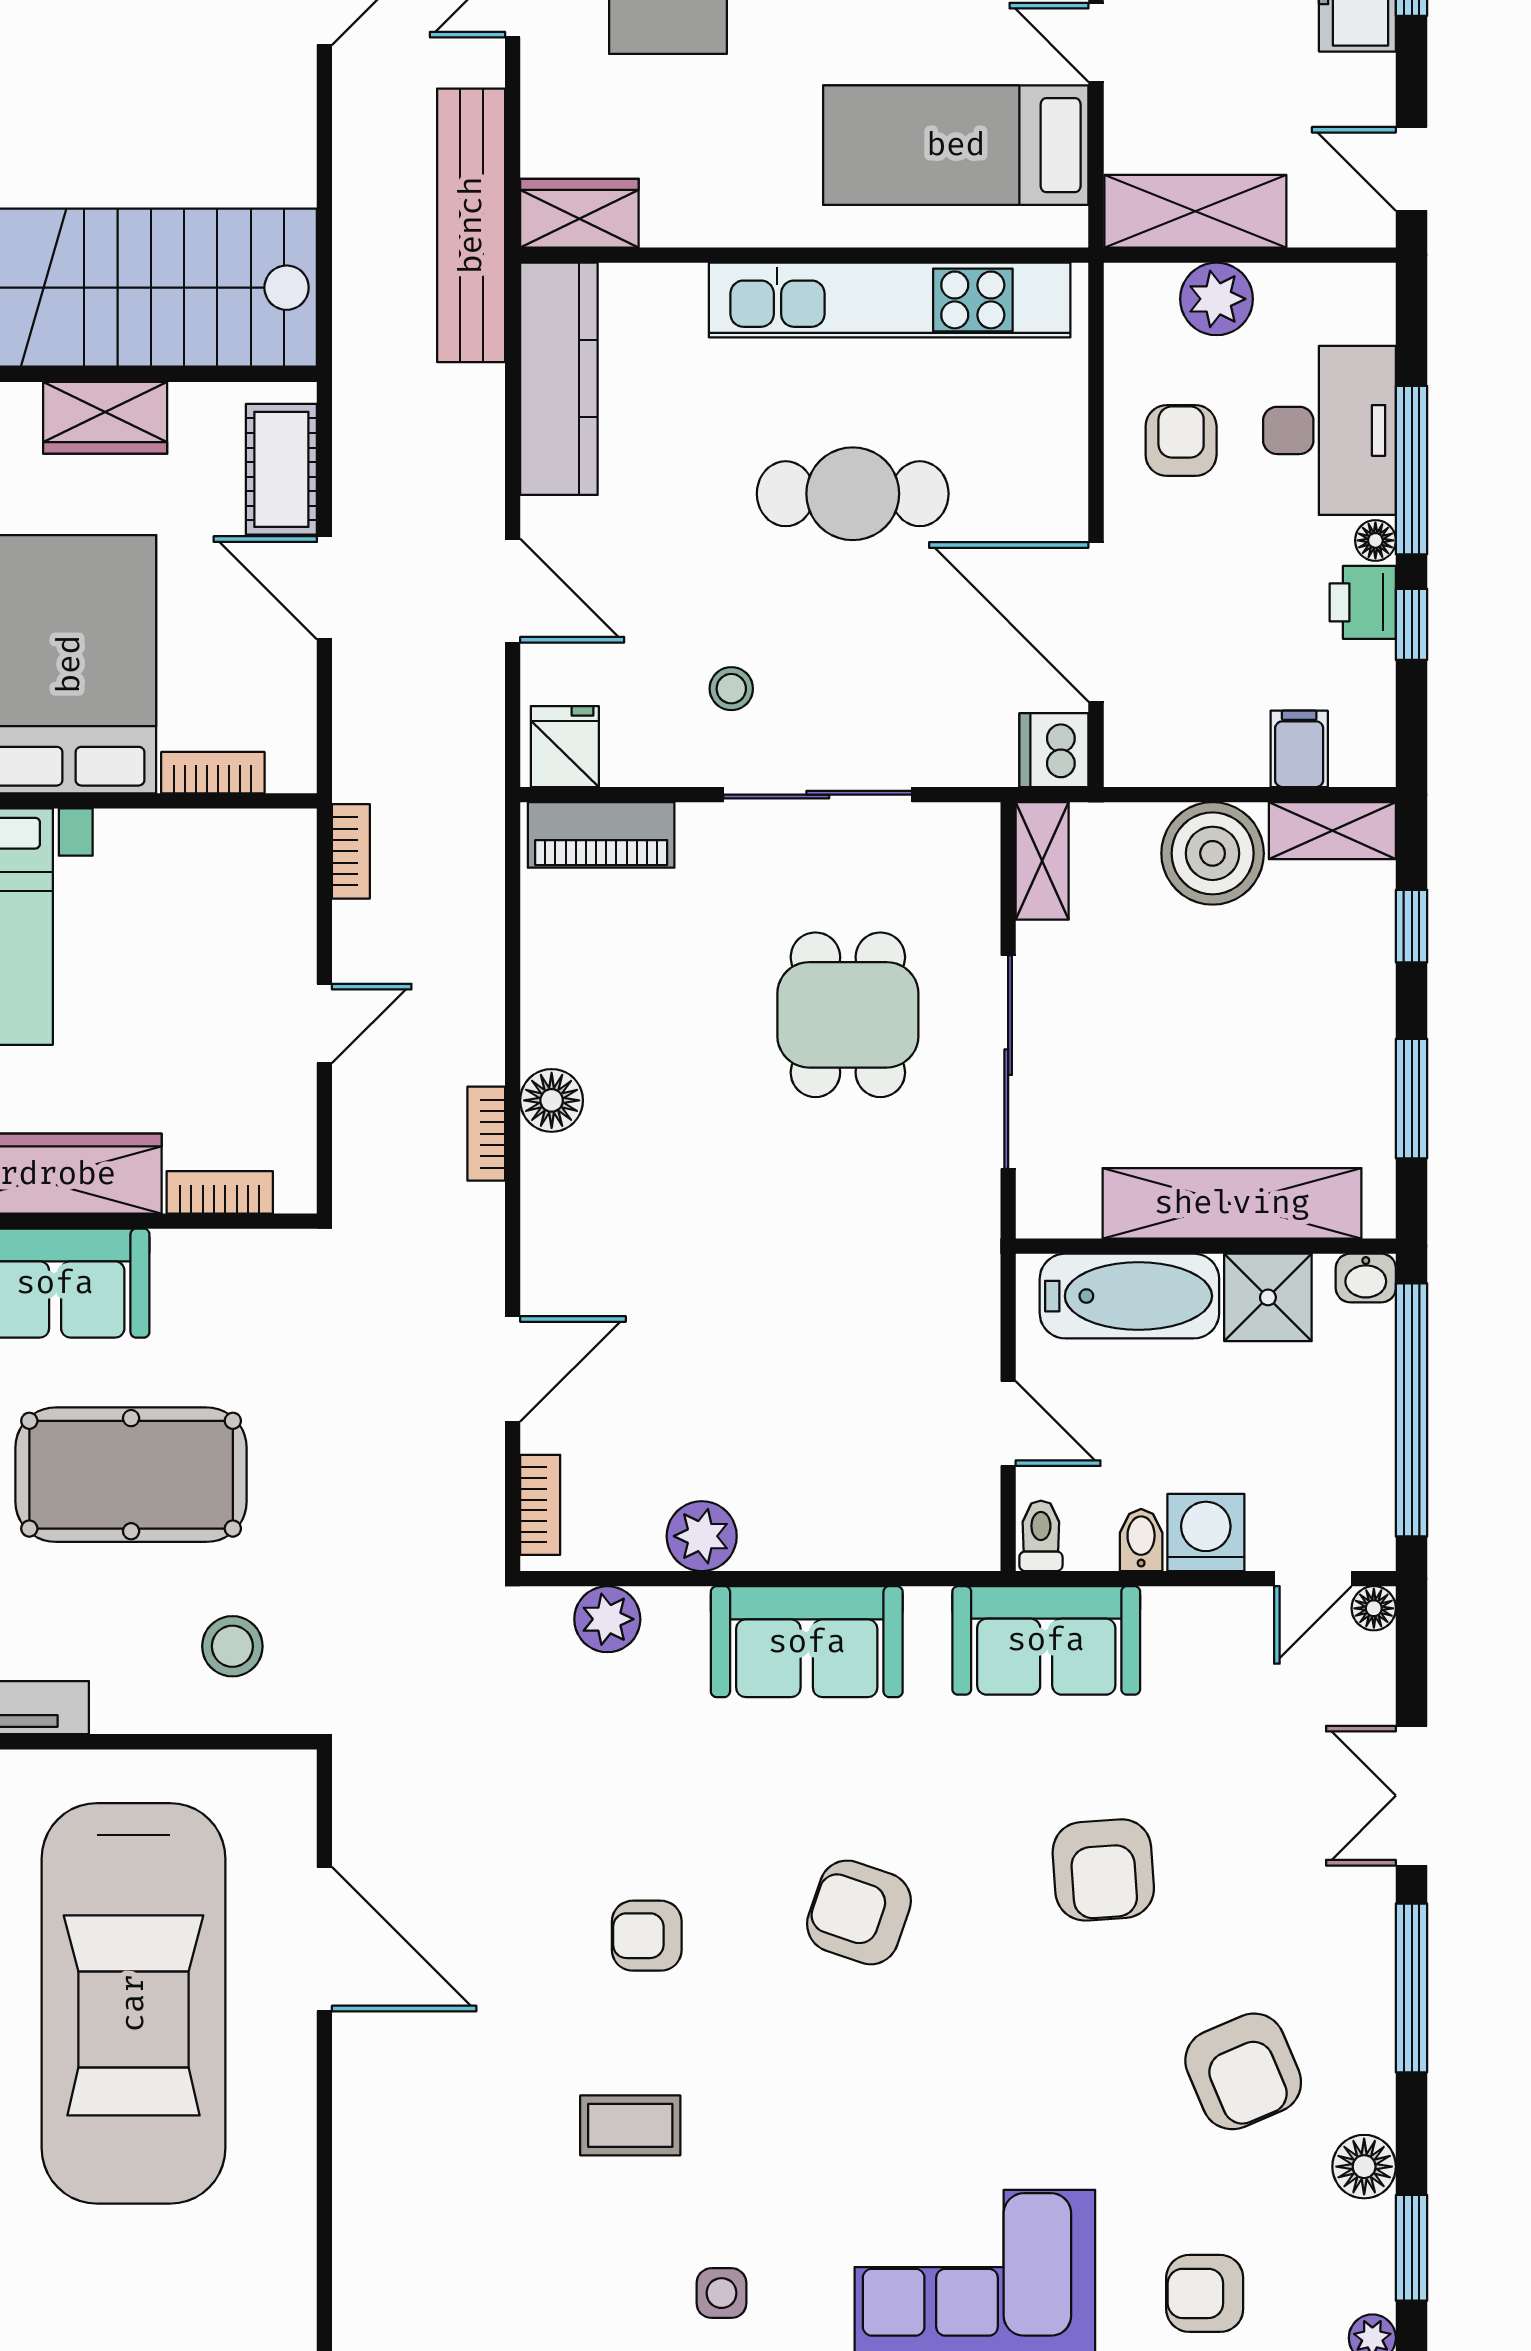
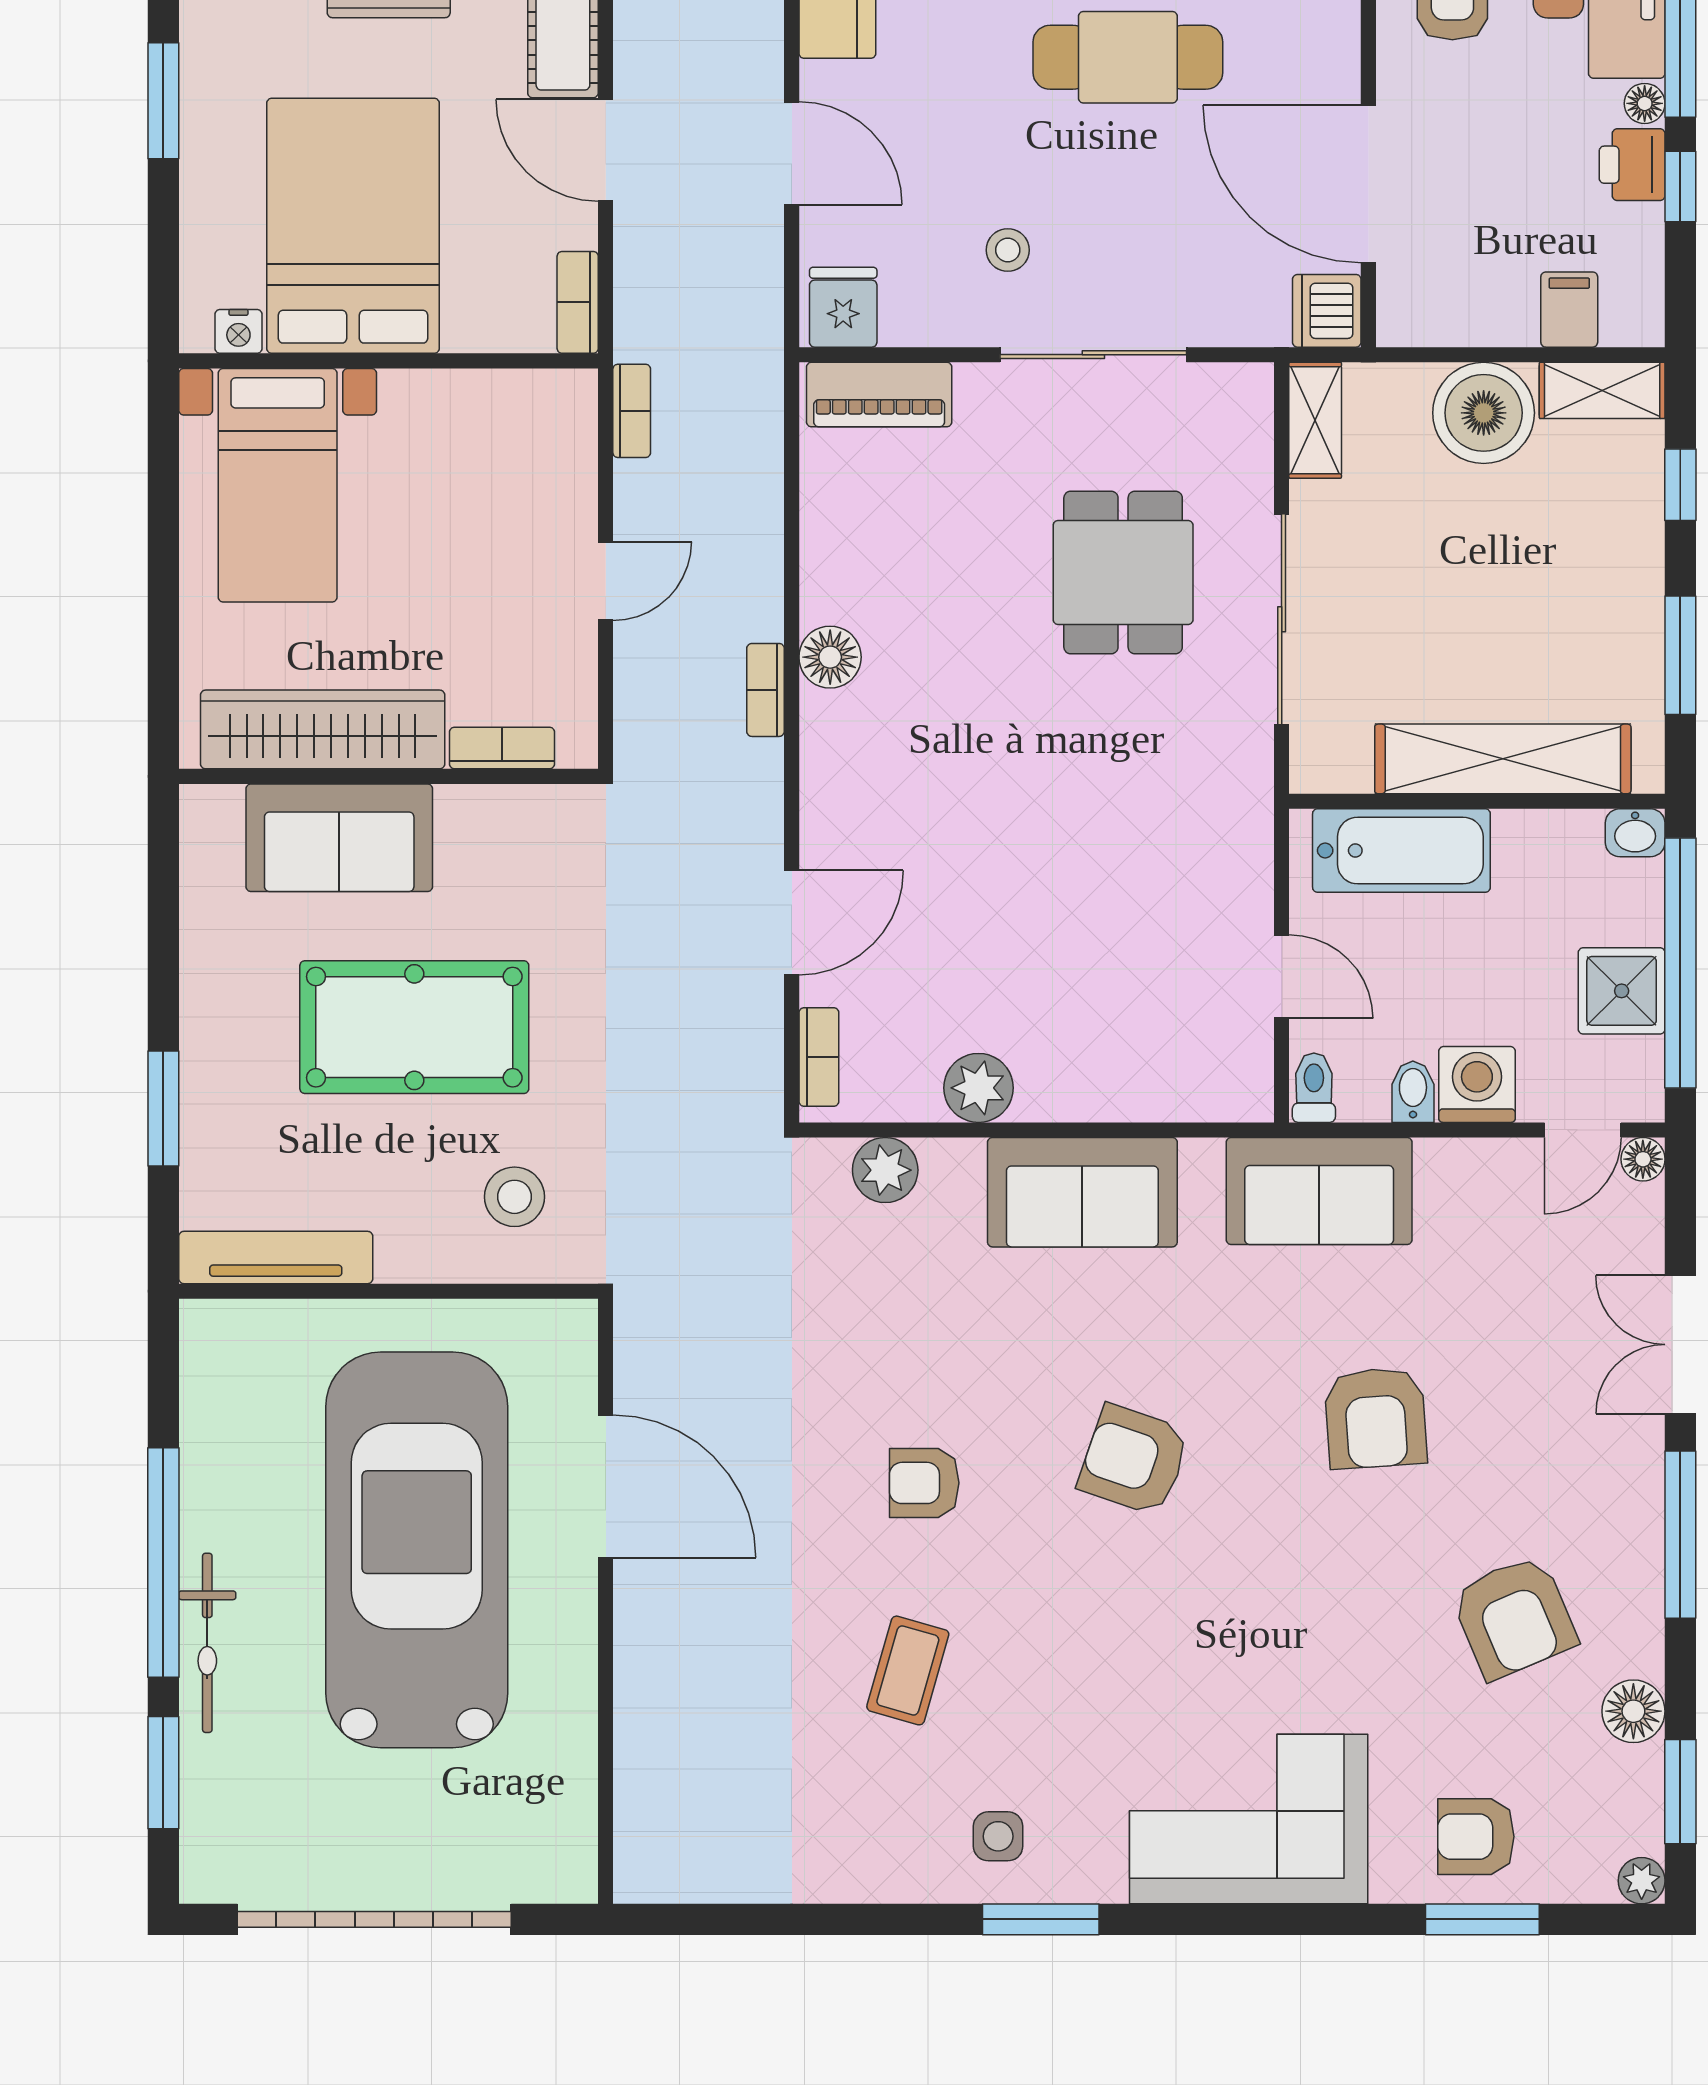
bookcase: (213, 773) -> (578, 302), moved, turned -90
shower: (1268, 1297) -> (1622, 991), moved
car: (133, 2003) -> (417, 1550), turned 180
coffee table: (630, 2125) -> (908, 1670), turned -74

